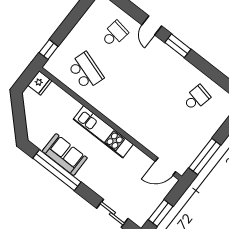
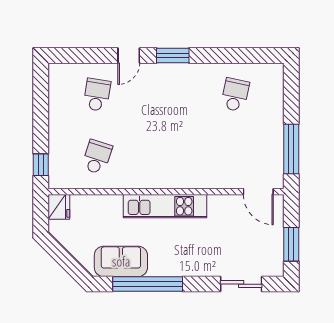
door: (152, 25) -> (129, 55), hinge flipped
school desk: (86, 71) -> (97, 157), width x0.54
sofa: (65, 155) -> (121, 261), moved
door: (165, 167) -> (258, 192), hinge flipped

